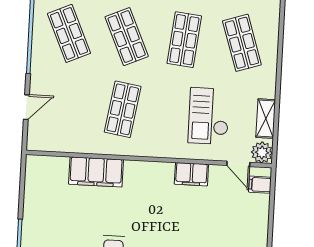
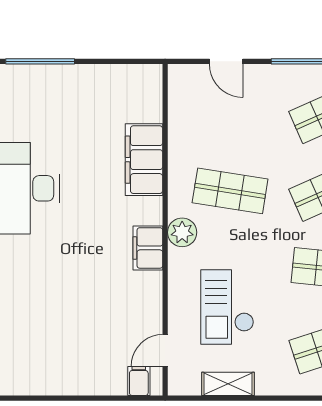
checkout: (209, 116) -> (227, 307), turned -90
plant: (262, 152) -> (182, 232), moved
filing cabinet: (191, 174) -> (148, 248), moved

